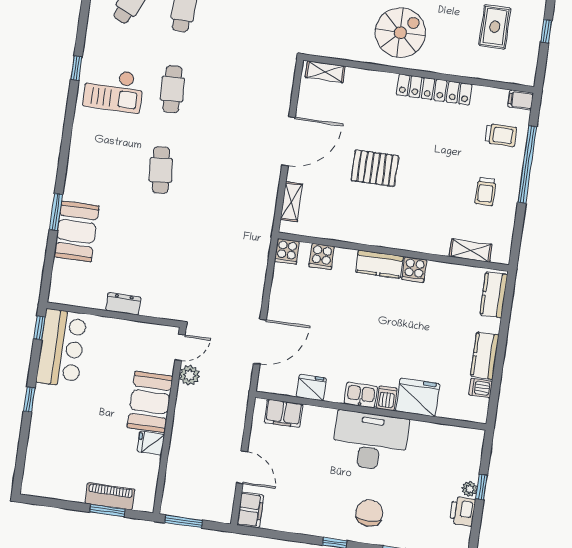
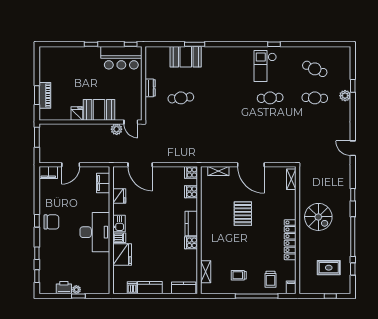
cafe table: (161, 170) -> (181, 98), moved
chair: (369, 513) -> (51, 222), moved

